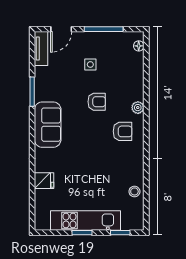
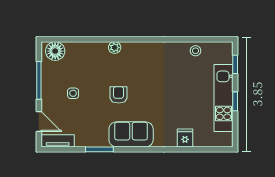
floor lamp: (139, 46) -> (55, 51), width x1.89, depth x1.89
armchair: (97, 102) -> (119, 95), moved
armchair: (123, 131) -> (138, 62), removed

